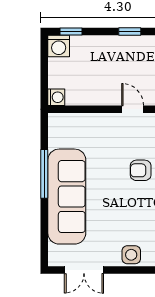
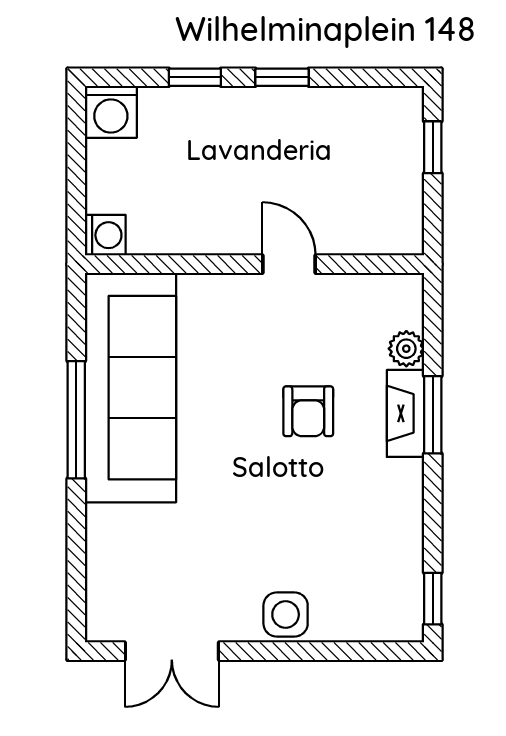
window: (71, 32) -> (195, 77), moved
armchair: (141, 170) -> (308, 411), turned -90
sofa: (67, 197) -> (131, 388), moved

